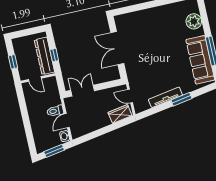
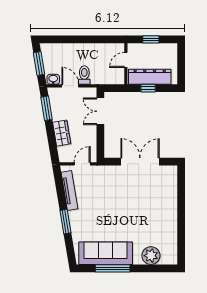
double door: (83, 91) -> (100, 111), swing flipped
tv unit: (165, 97) -> (69, 190), moved
wardrobe: (120, 114) -> (62, 133), moved
window: (90, 136) -> (47, 108), added

